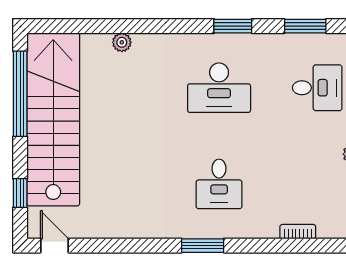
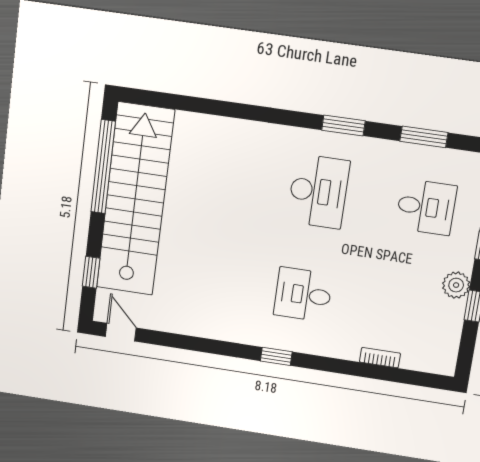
plant: (122, 42) -> (219, 126), removed
desk: (219, 88) -> (318, 191), turned -90
desk: (219, 184) -> (303, 295), turned 90
window: (203, 246) -> (276, 356), width x0.67

